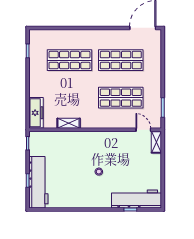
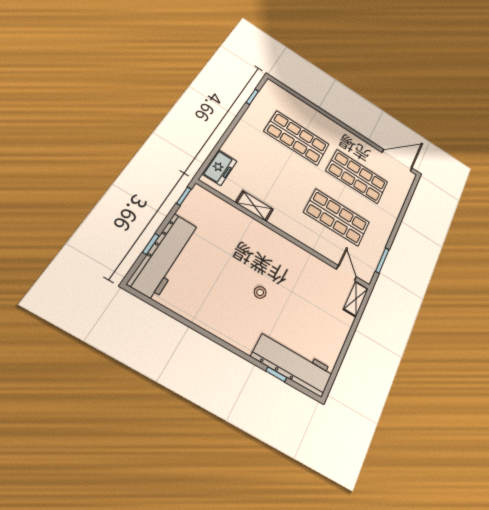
freezer: (36, 113) -> (219, 168), width x0.71

